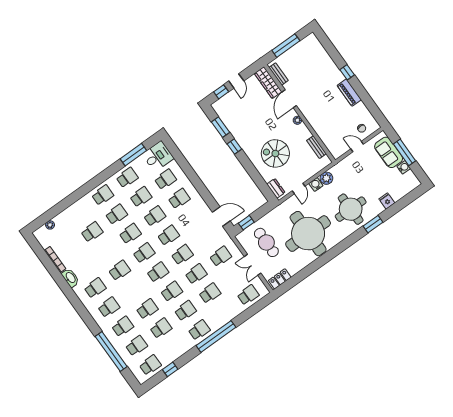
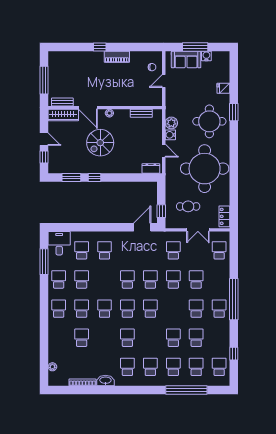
spiral stairs: (275, 153) -> (100, 143), moved
school desk: (155, 216) -> (105, 279), removed
cafe table: (266, 242) -> (188, 206), width x0.73, depth x0.74
school desk: (172, 291) -> (173, 309), removed

